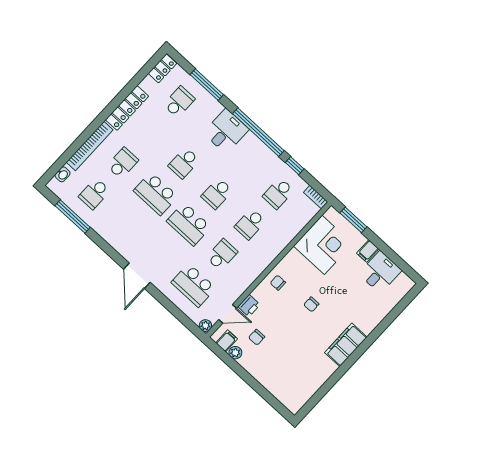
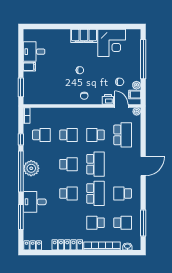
school desk: (179, 102) -> (123, 193), moved
desk: (226, 131) -> (35, 202), moved
plant: (251, 147) -> (31, 168), added
corner desk: (323, 245) -> (112, 43), moved, turned 180
window: (258, 388) -> (143, 59), added

